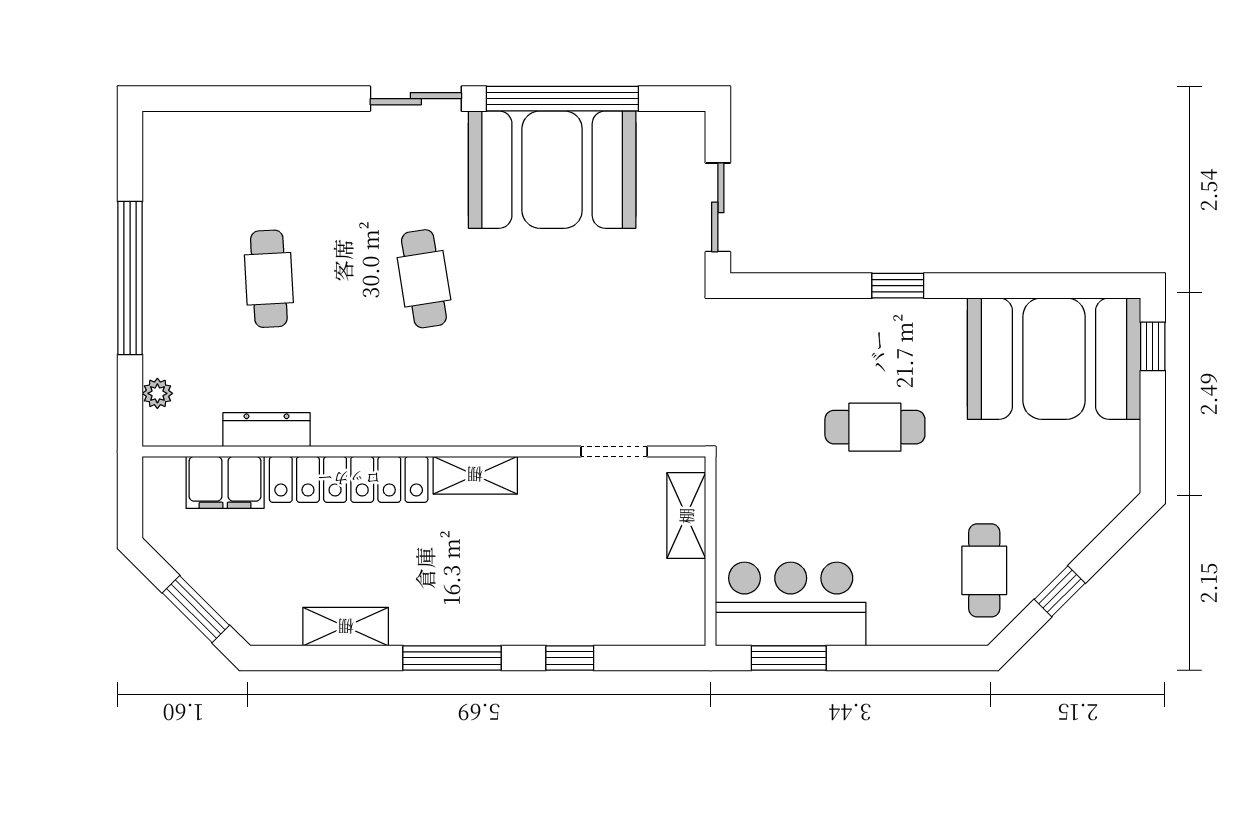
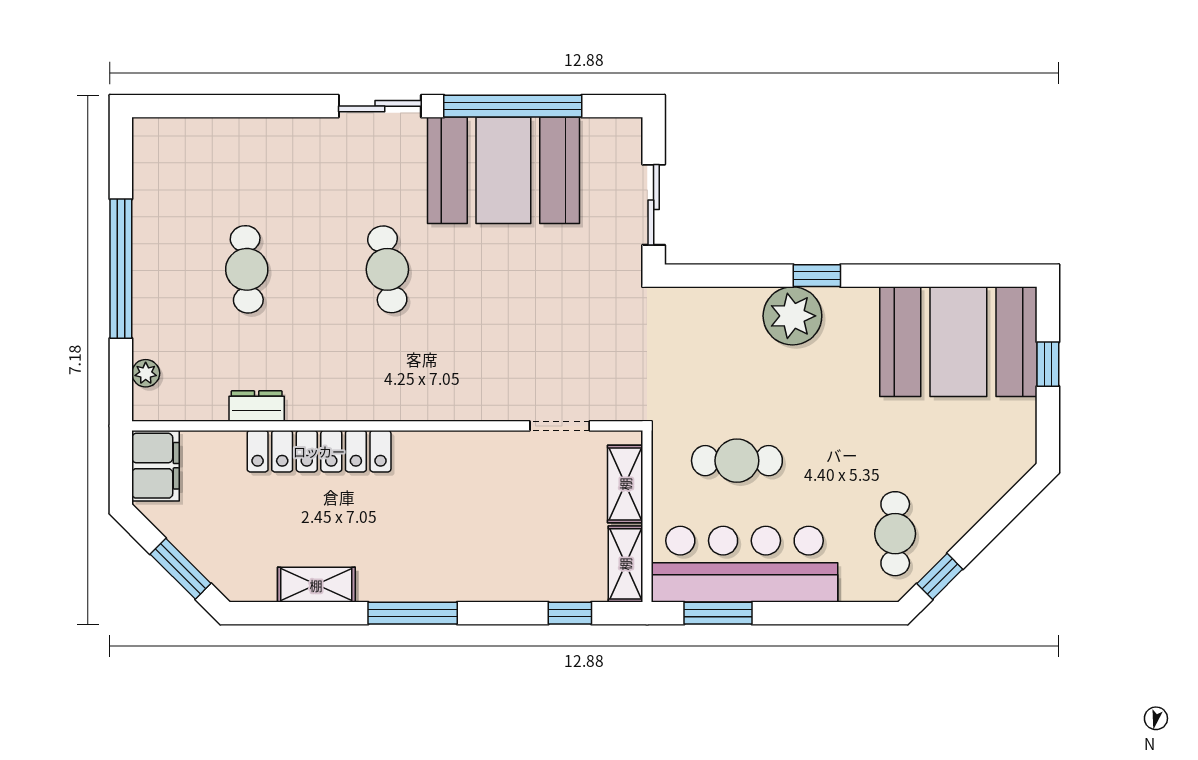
plant: (871, 330) -> (792, 316), added
window: (1153, 346) -> (1048, 364), moved
cafe table: (875, 427) -> (737, 461), moved
dresser: (267, 430) -> (257, 406), width x0.70
shelving: (475, 475) -> (625, 564), moved, turned 90
filing cabinet: (225, 482) -> (156, 466), moved, turned -90
window: (1060, 591) -> (940, 576), moved
bar counter: (791, 604) -> (744, 564), width x1.36
window: (570, 658) -> (570, 613), moved

